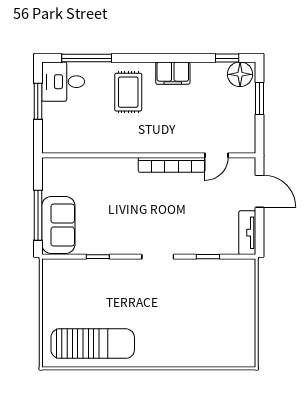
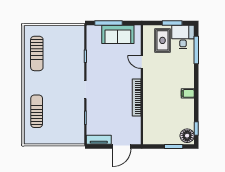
filing cabinet: (173, 73) -> (188, 93), width x0.50
rug: (128, 92) -> (163, 40), moved, turned 90
door: (216, 155) -> (142, 62), moved
sofa: (58, 225) -> (118, 34), moved
sun lounger: (93, 344) -> (37, 53), width x0.73, depth x0.75
sun lounger: (196, 344) -> (37, 111), added

